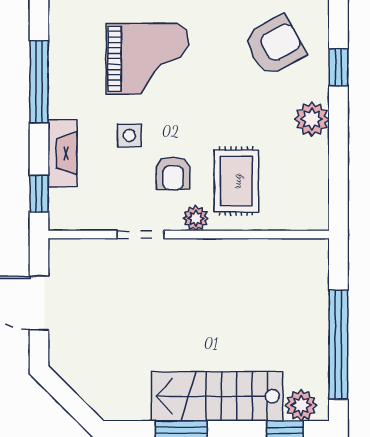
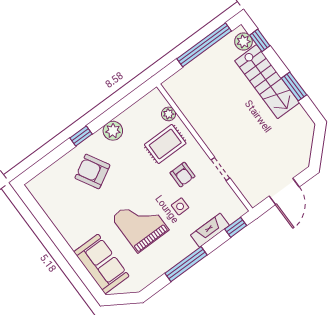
armchair: (173, 173) -> (182, 175), turned 90
plant: (196, 218) -> (169, 114), moved

